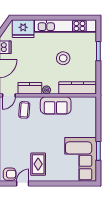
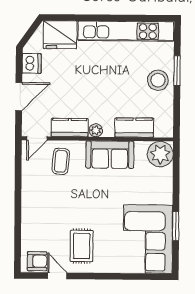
stool: (63, 58) -> (158, 80), moved
kitchen counter: (77, 88) -> (134, 128), width x0.67
plant: (88, 105) -> (160, 154), added
door: (23, 183) -> (57, 276), hinge flipped

